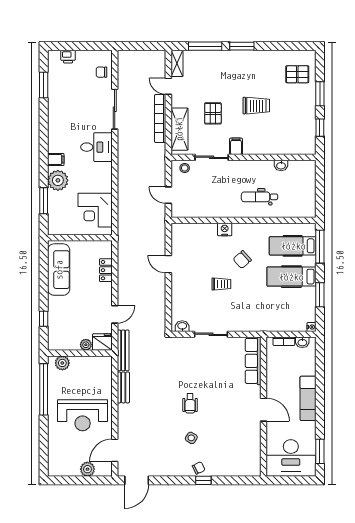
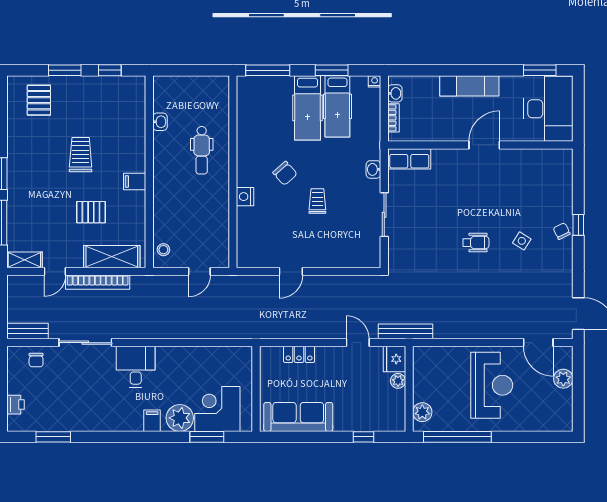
sliding door: (212, 157) -> (149, 214), removed
corner desk: (95, 210) -> (217, 409), moved, turned 180
hospital bed: (293, 246) -> (337, 106), moved
washbasin: (182, 326) -> (373, 169), moved
row of seats: (253, 361) -> (409, 159), width x0.68
bench: (123, 387) -> (27, 331), moved

